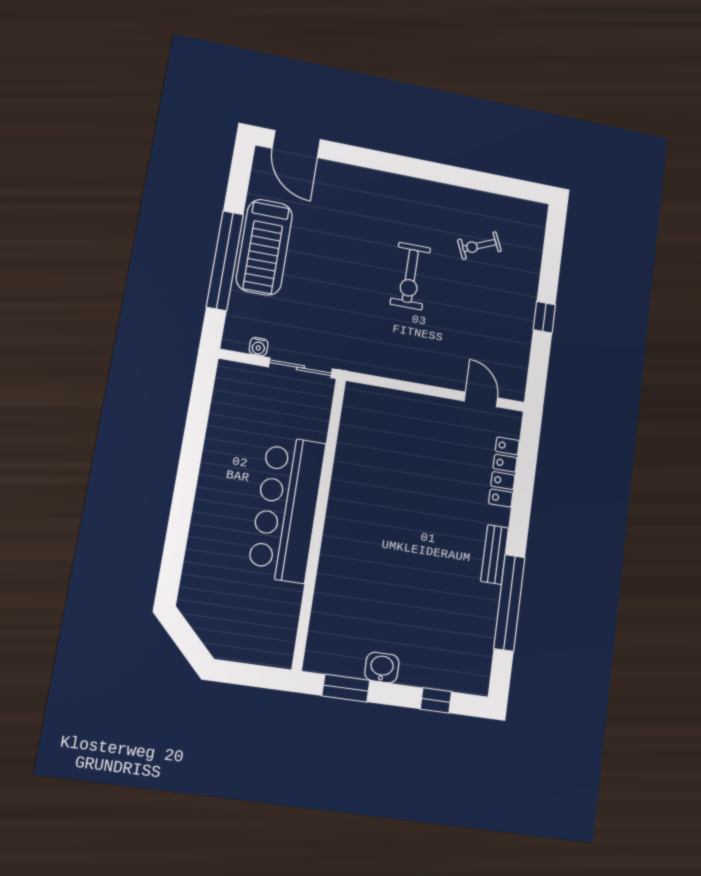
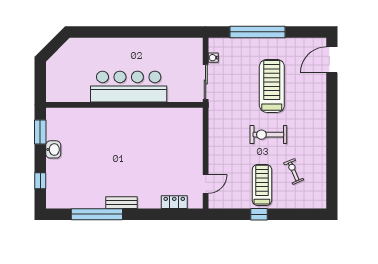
treadmill: (264, 247) -> (272, 86), moved, turned 90
treadmill: (495, 303) -> (262, 185), added
locker: (504, 472) -> (174, 202), width x0.66

